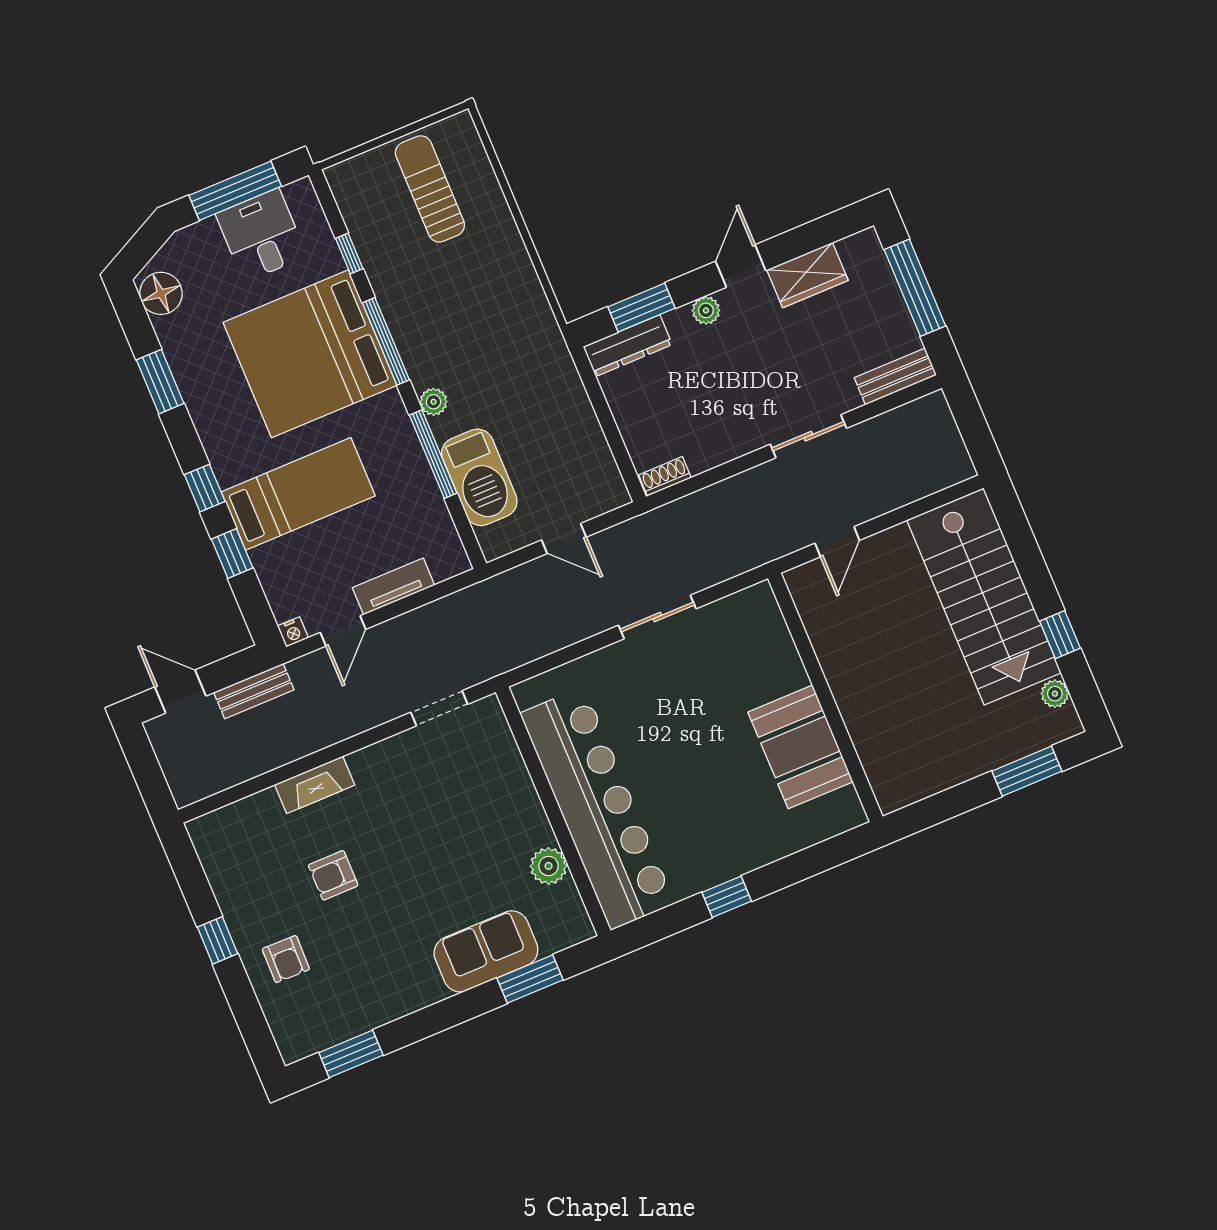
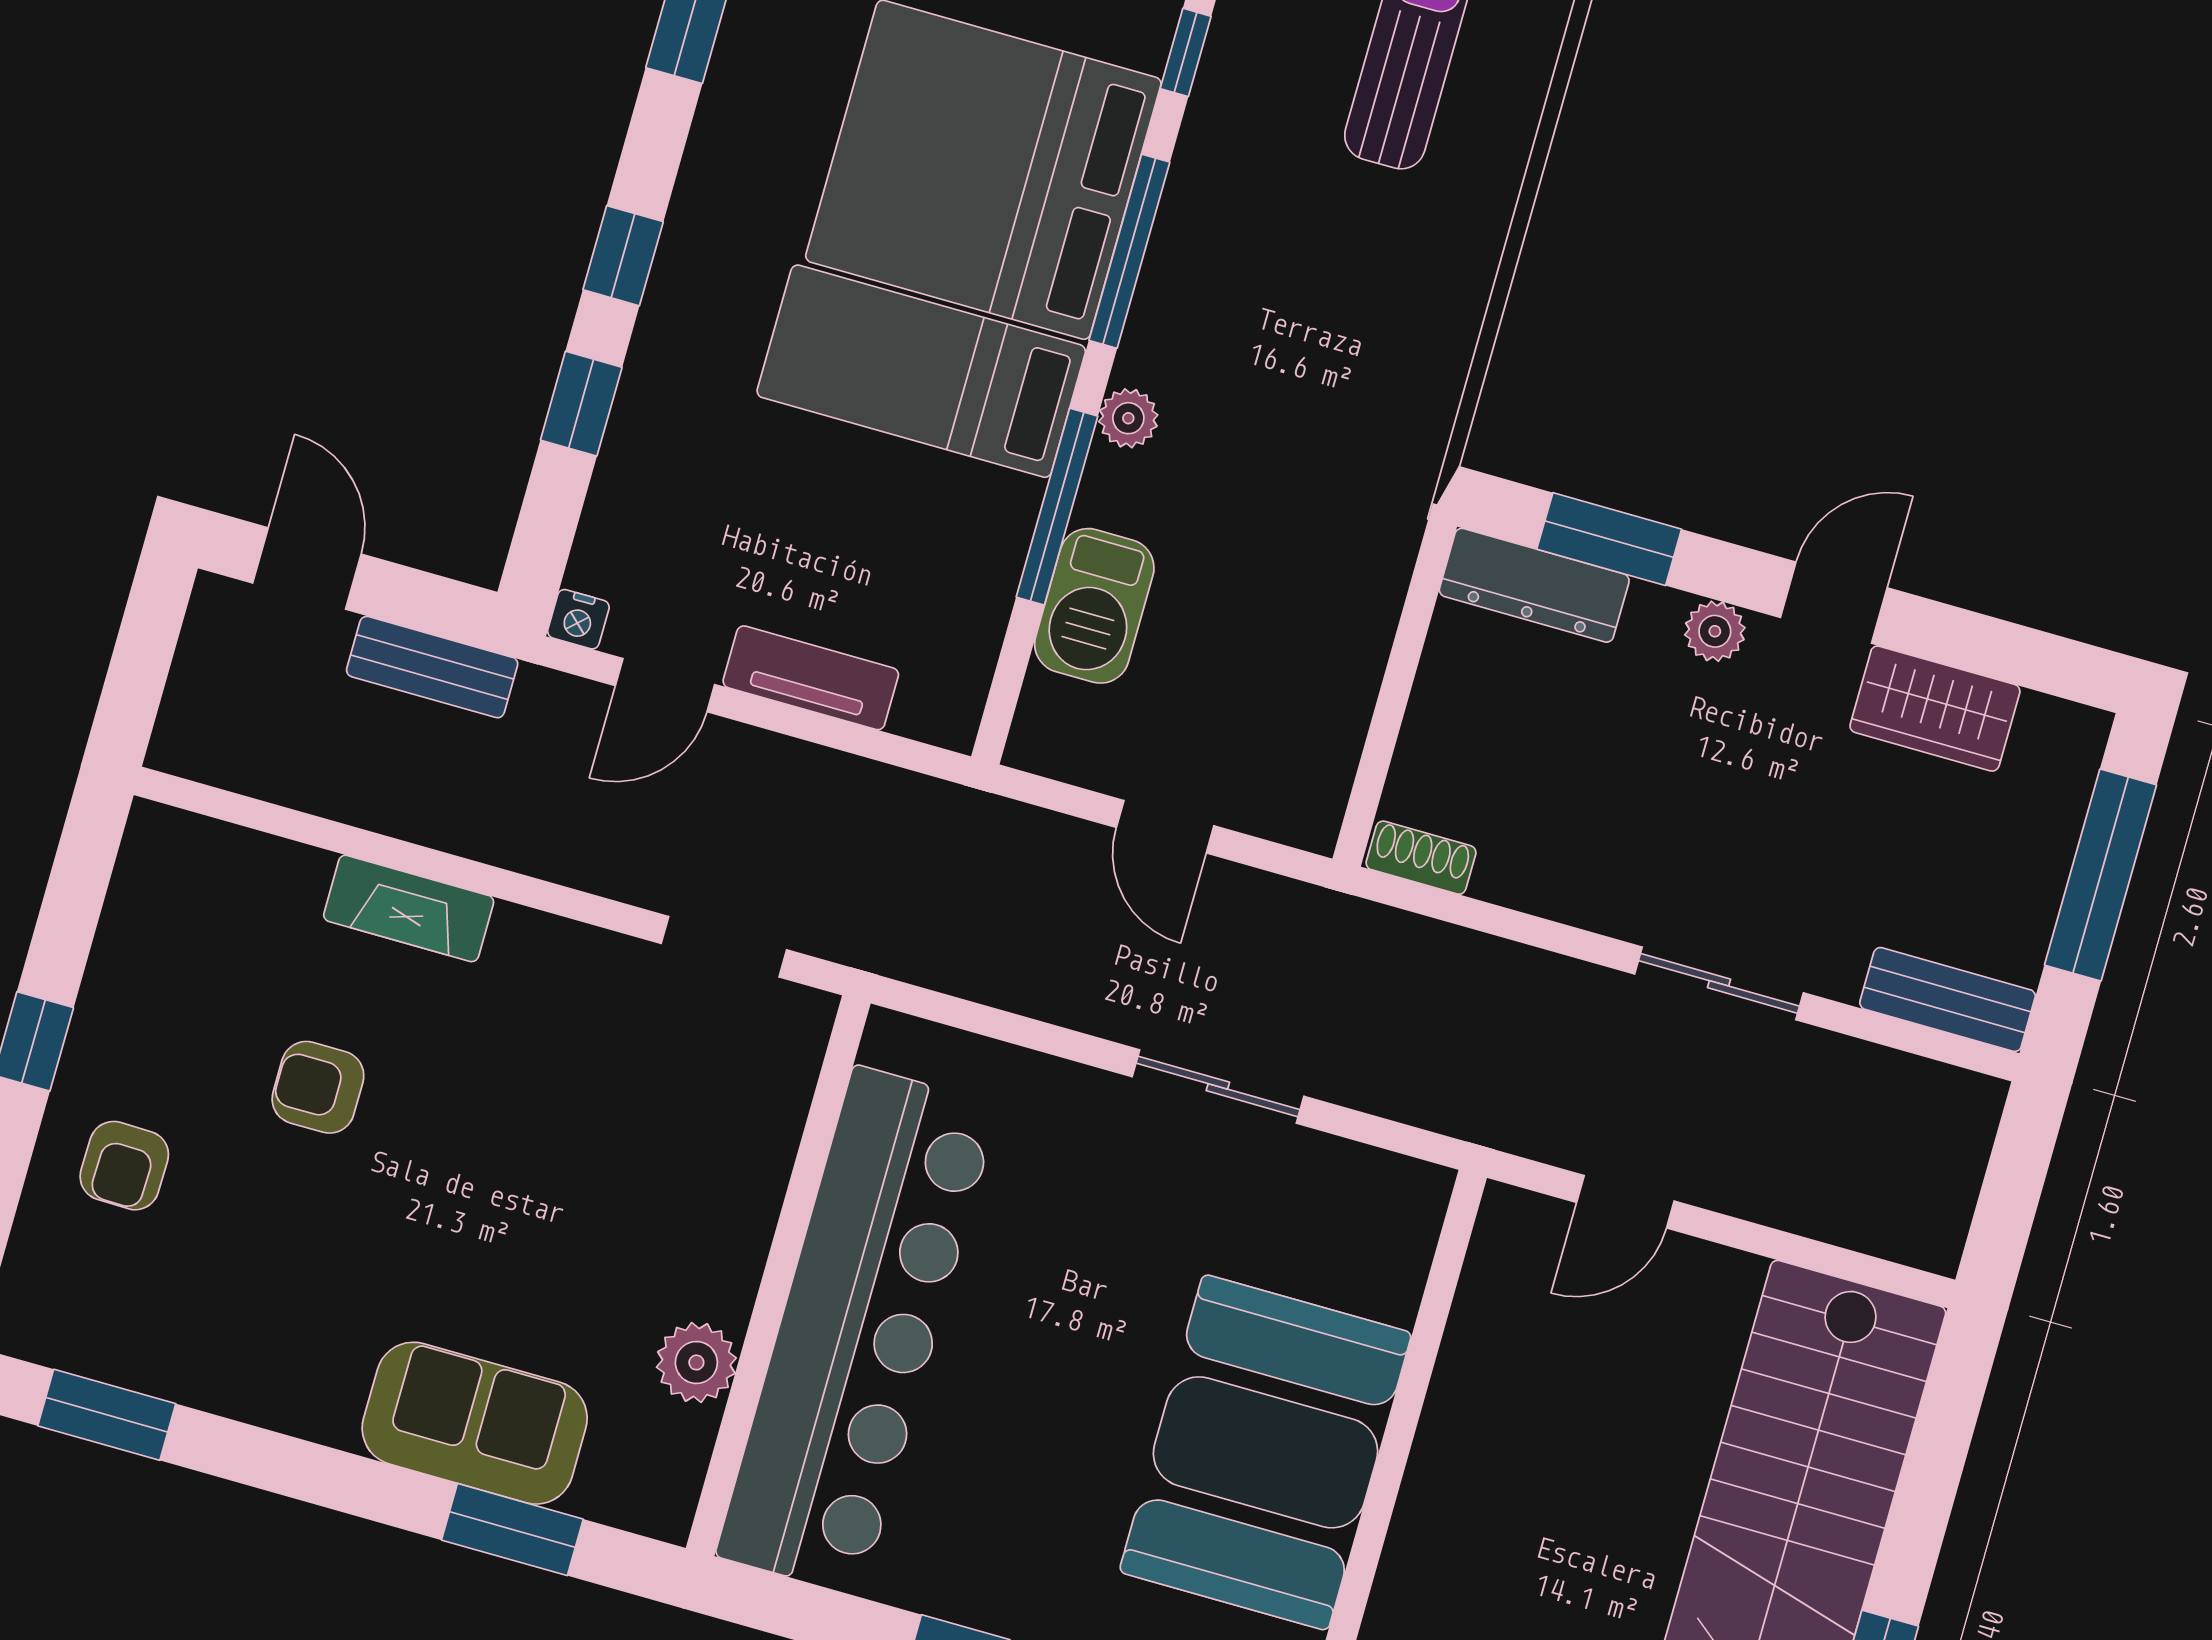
barbecue: (479, 477) -> (1094, 606), width x0.73, depth x0.83
bed: (298, 494) -> (921, 371), moved, turned 180
booth: (800, 747) -> (1265, 1452), width x1.36, depth x1.42

